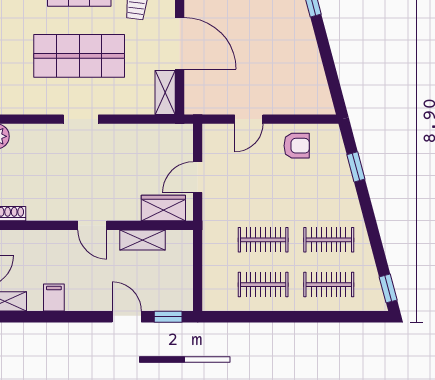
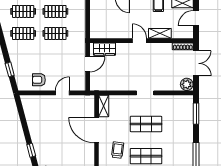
shop shelf: (79, 56) -> (146, 124), width x0.70, depth x0.74
shelving: (142, 240) -> (160, 33), moved

